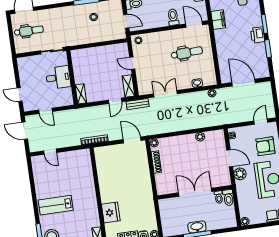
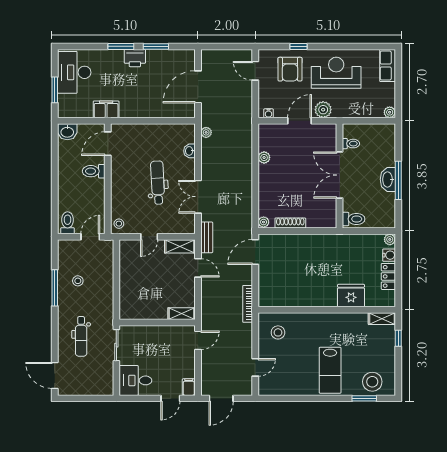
dental chair: (29, 31) -> (81, 336), moved, turned 180
dental chair: (187, 53) -> (158, 183), moved
desk: (58, 78) -> (135, 380), moved, turned -90
filing cabinet: (29, 106) -> (189, 387), added
door: (46, 111) -> (198, 340), moved
stool: (77, 164) -> (278, 332), added
toilet: (228, 198) -> (354, 219), moved

